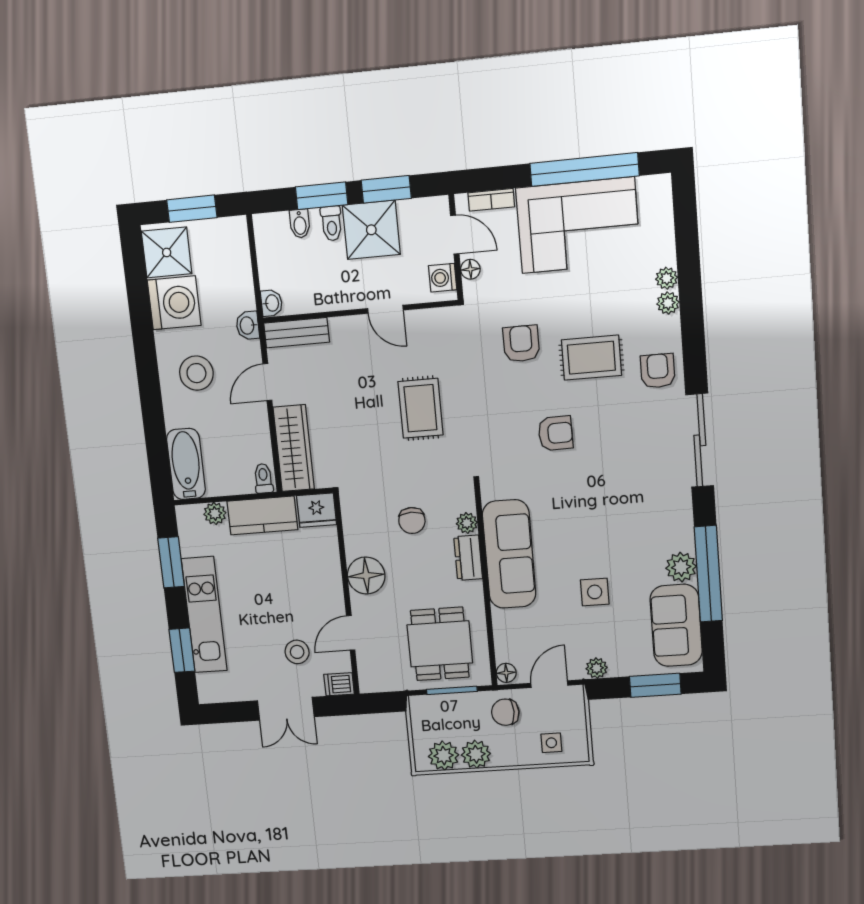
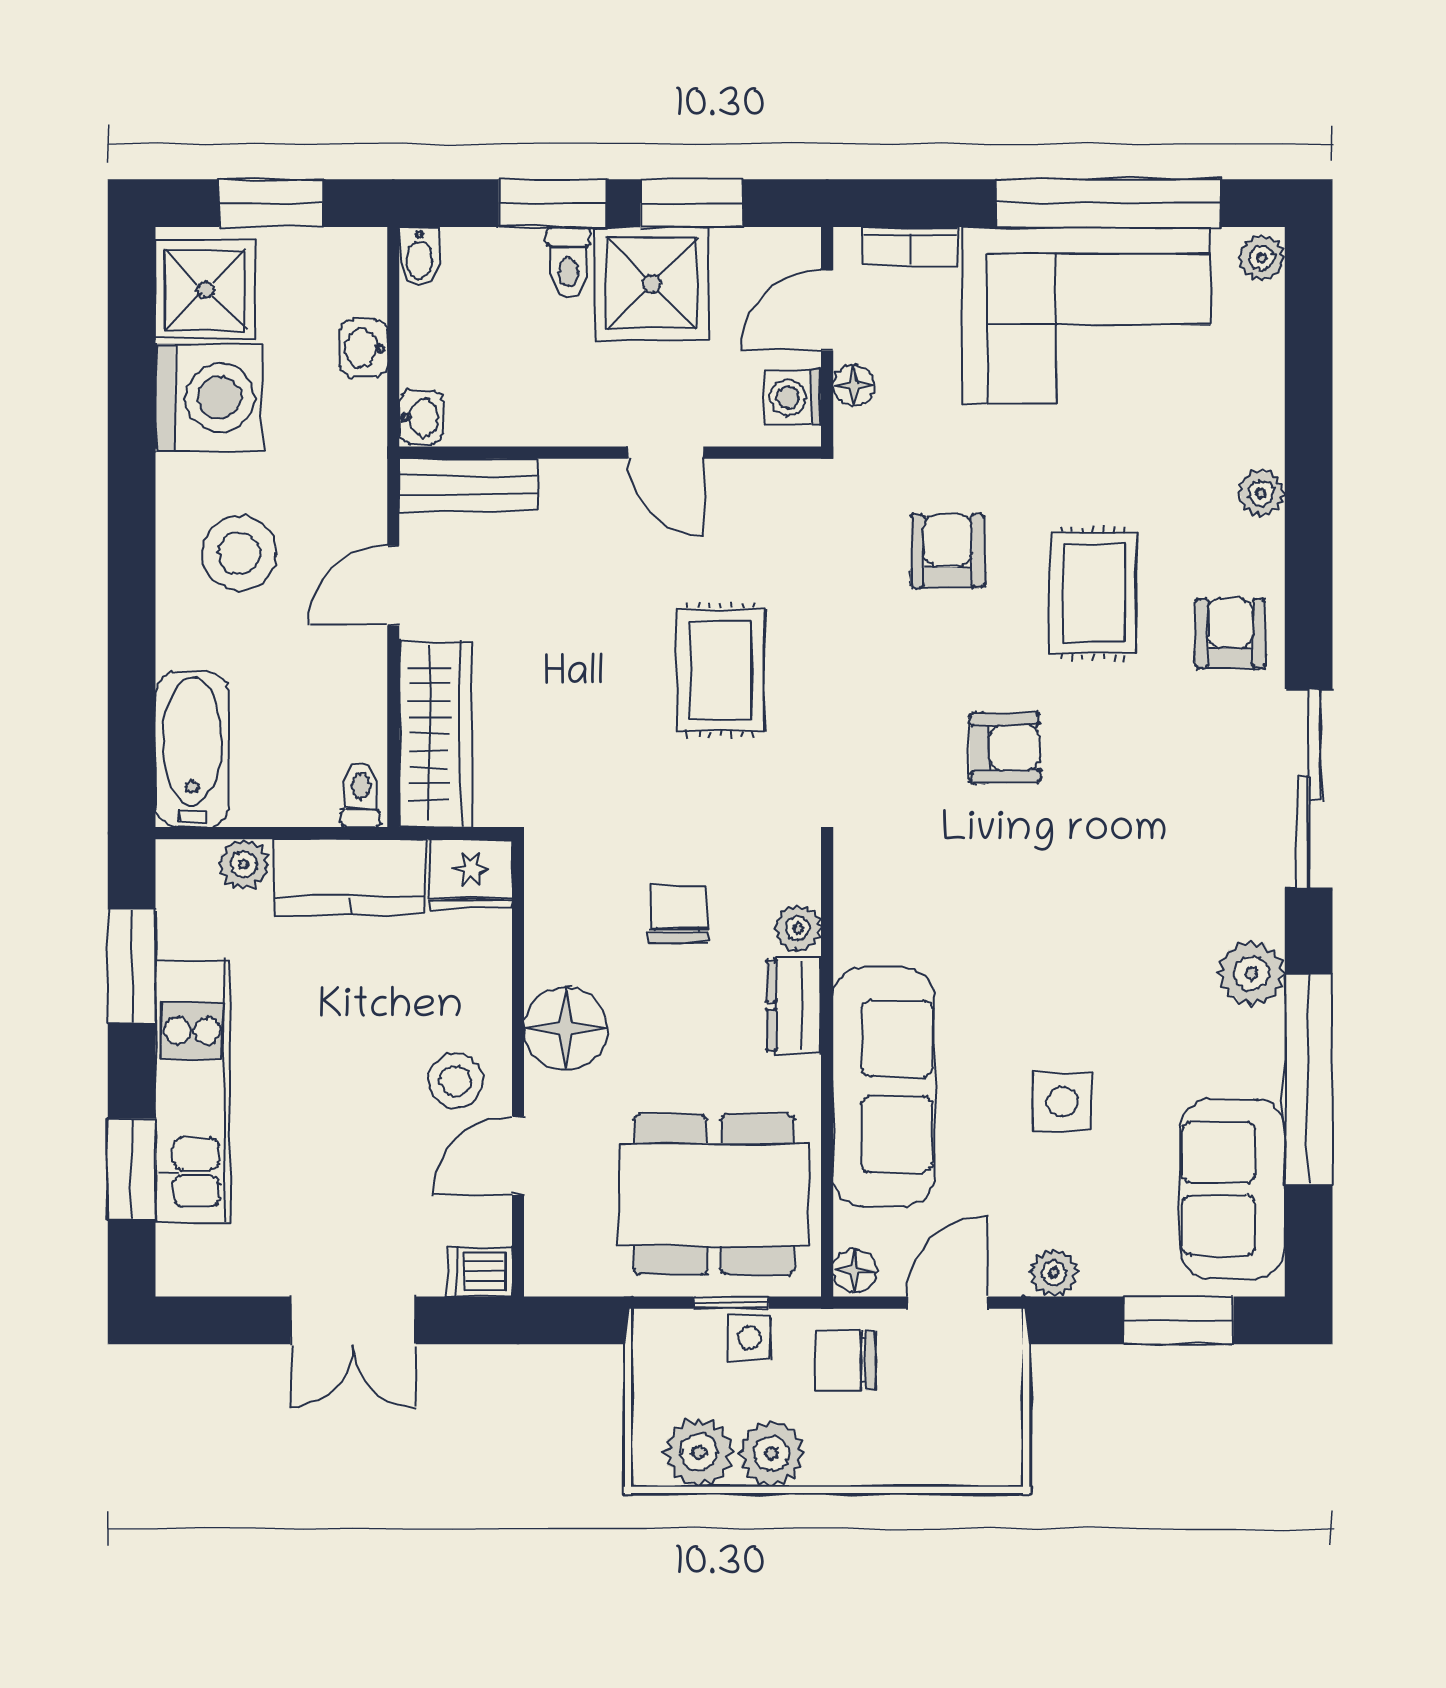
bidet: (300, 224) -> (419, 256), moved
door: (455, 235) -> (827, 310), swing flipped
plant: (667, 278) -> (1262, 258), moved
washbasin: (248, 325) -> (364, 348), moved
rug: (591, 358) -> (1093, 593), turned 90
chair: (412, 521) -> (678, 914), turned 180
sofa: (509, 554) -> (884, 1087), moved
plant: (681, 567) -> (1252, 973), moved
dining table: (440, 644) -> (714, 1195), width x1.38
stool: (297, 652) -> (456, 1081), moved
window: (452, 690) -> (731, 1303), width x0.67
side table: (551, 743) -> (749, 1338), moved

